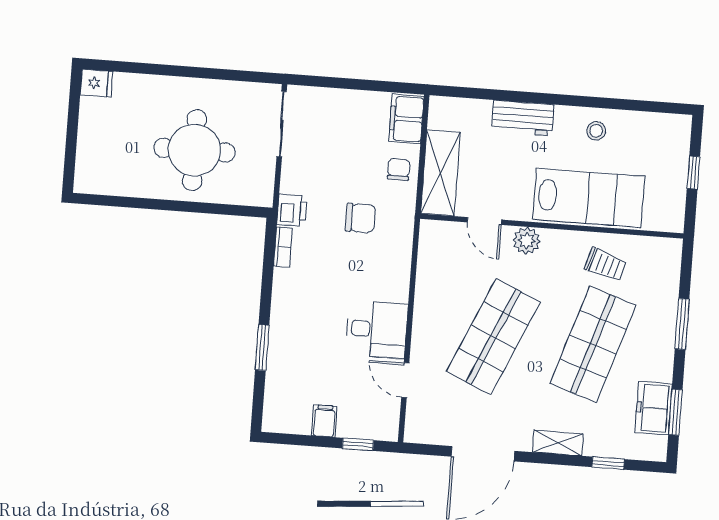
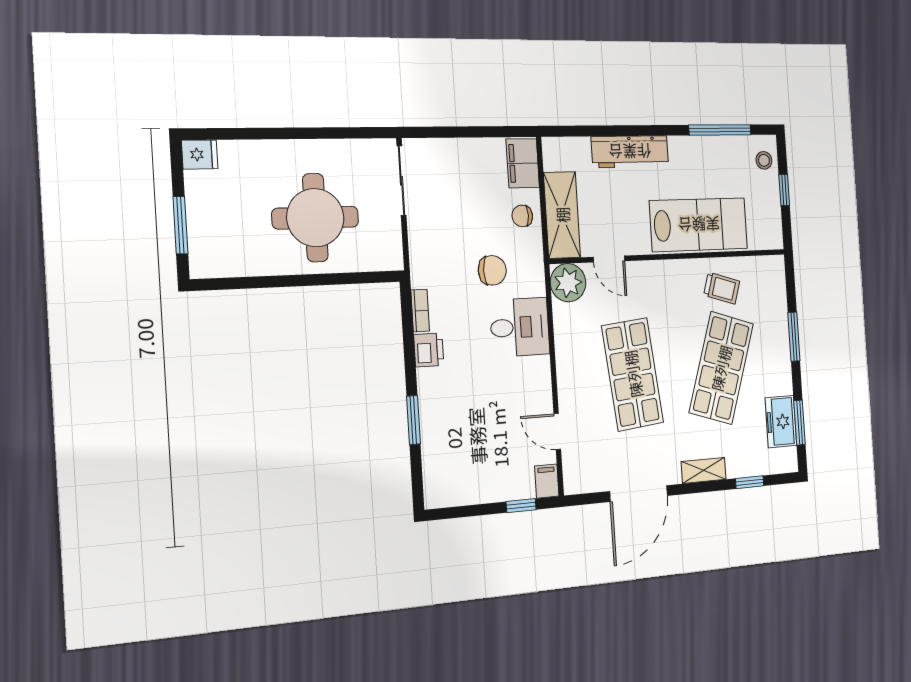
window: (627, 105) -> (720, 130), added
workbench: (523, 118) -> (630, 152), width x1.37
stool: (596, 131) -> (764, 160), moved
window: (71, 144) -> (180, 225), added
chair: (399, 169) -> (522, 216), turned -90
printer: (292, 210) -> (429, 350), moved
plant: (527, 241) -> (568, 283), moved, width x1.36, depth x1.36
desk: (377, 329) -> (520, 327), moved
shop shelf: (493, 337) -> (633, 374), turned -30
filing cabinet: (324, 421) -> (547, 481), moved

